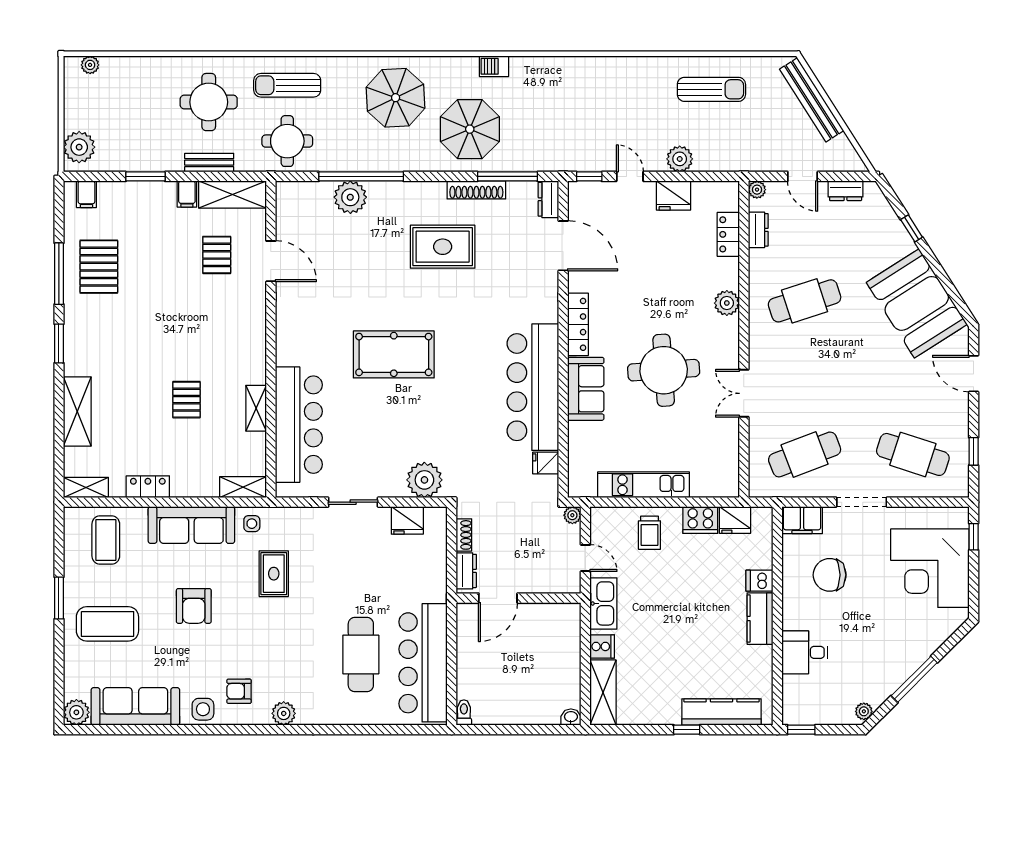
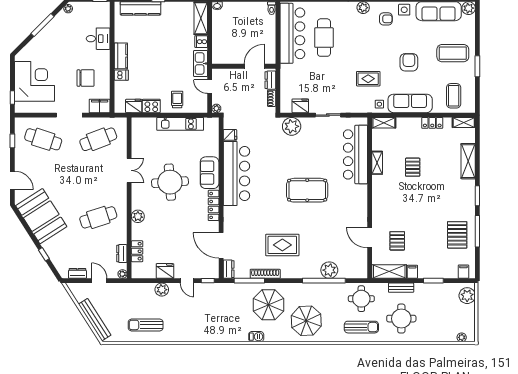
rug: (274, 574) -> (368, 79), turned 90

